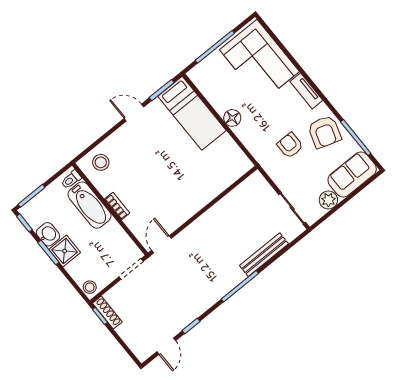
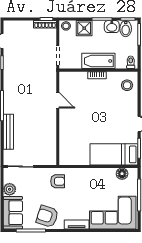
floor lamp: (232, 118) -> (122, 174), moved
armchair: (290, 145) -> (58, 181), moved
bathtub: (89, 205) -> (98, 61), moved
bidet: (37, 217) -> (126, 29), added
door: (161, 244) -> (58, 100), moved
shower: (65, 251) -> (84, 28), moved

